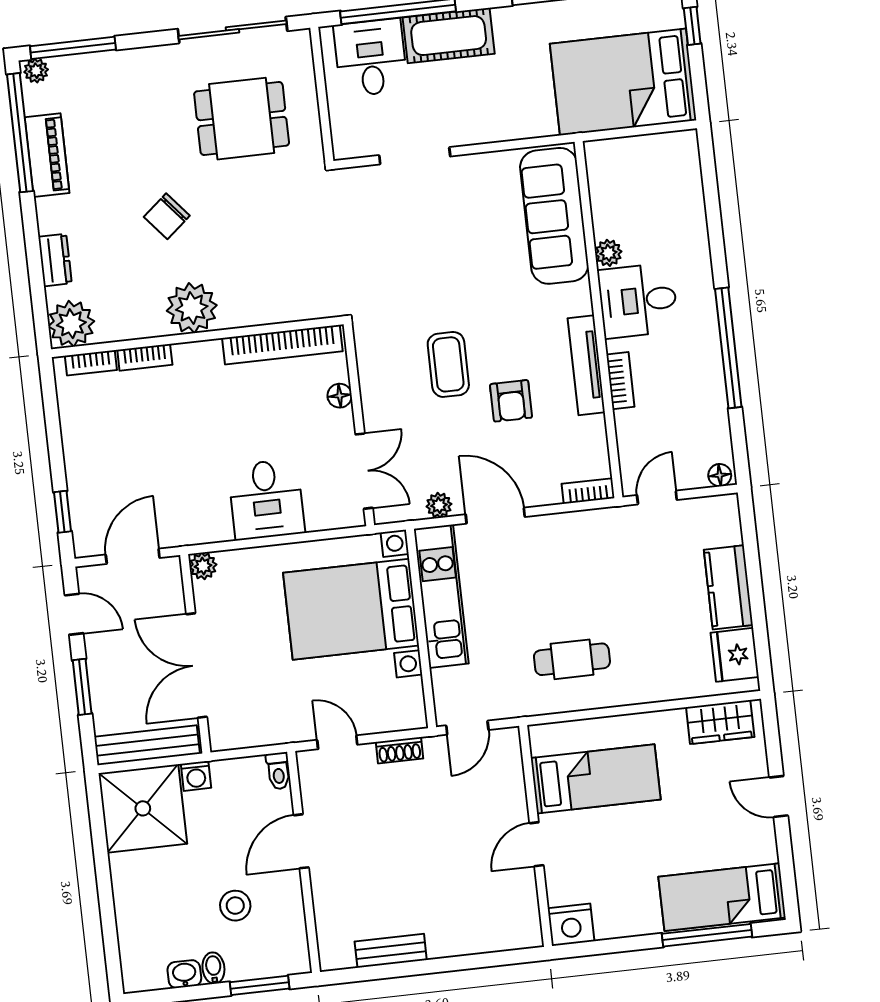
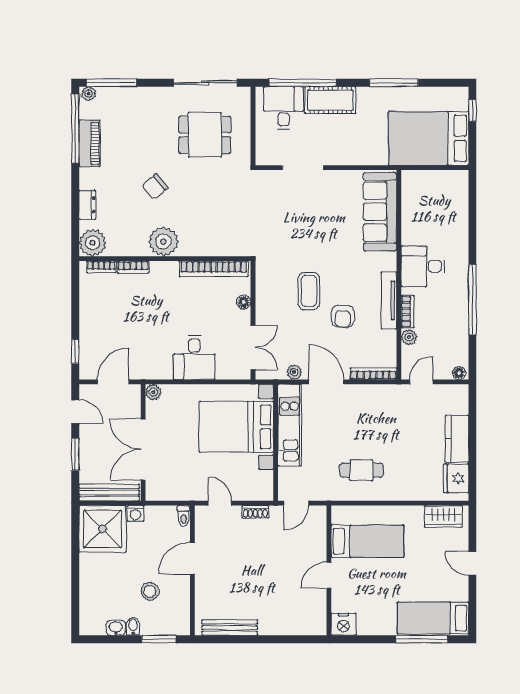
plant: (608, 253) -> (409, 337), moved
bookcase: (588, 491) -> (373, 374), width x1.56
bench: (391, 951) -> (230, 628), width x1.36

